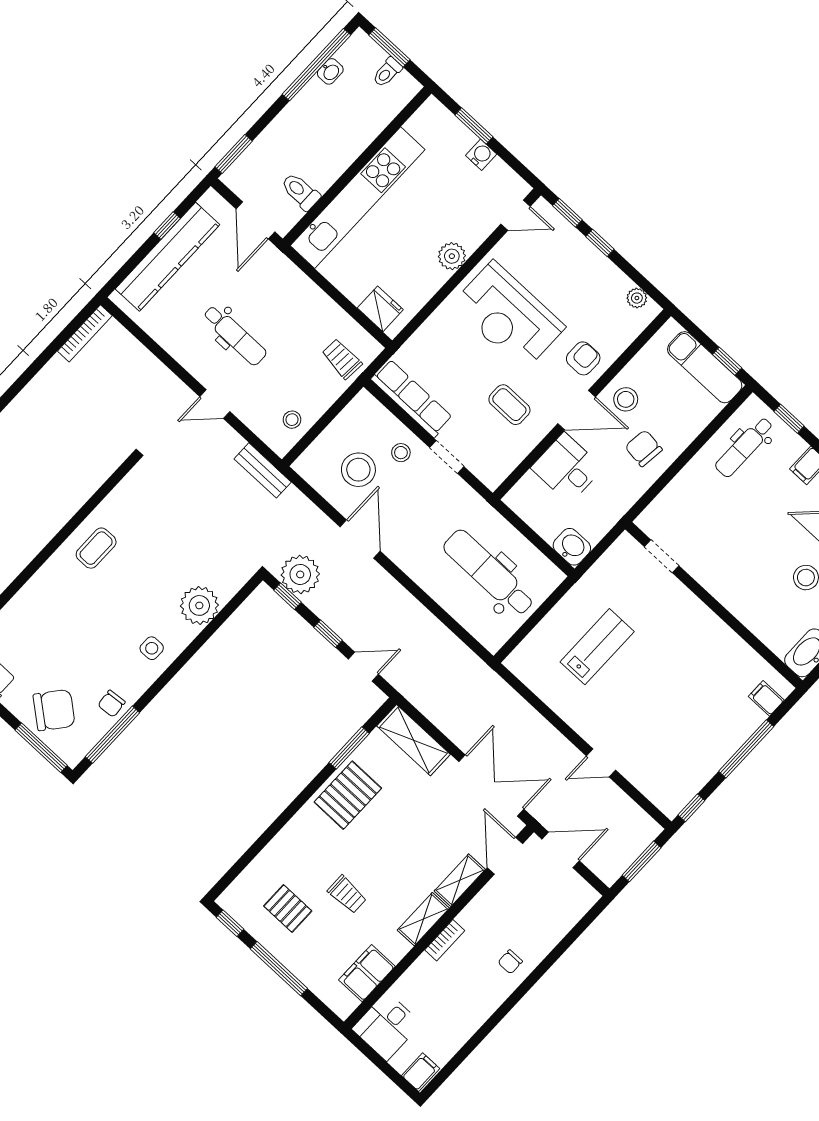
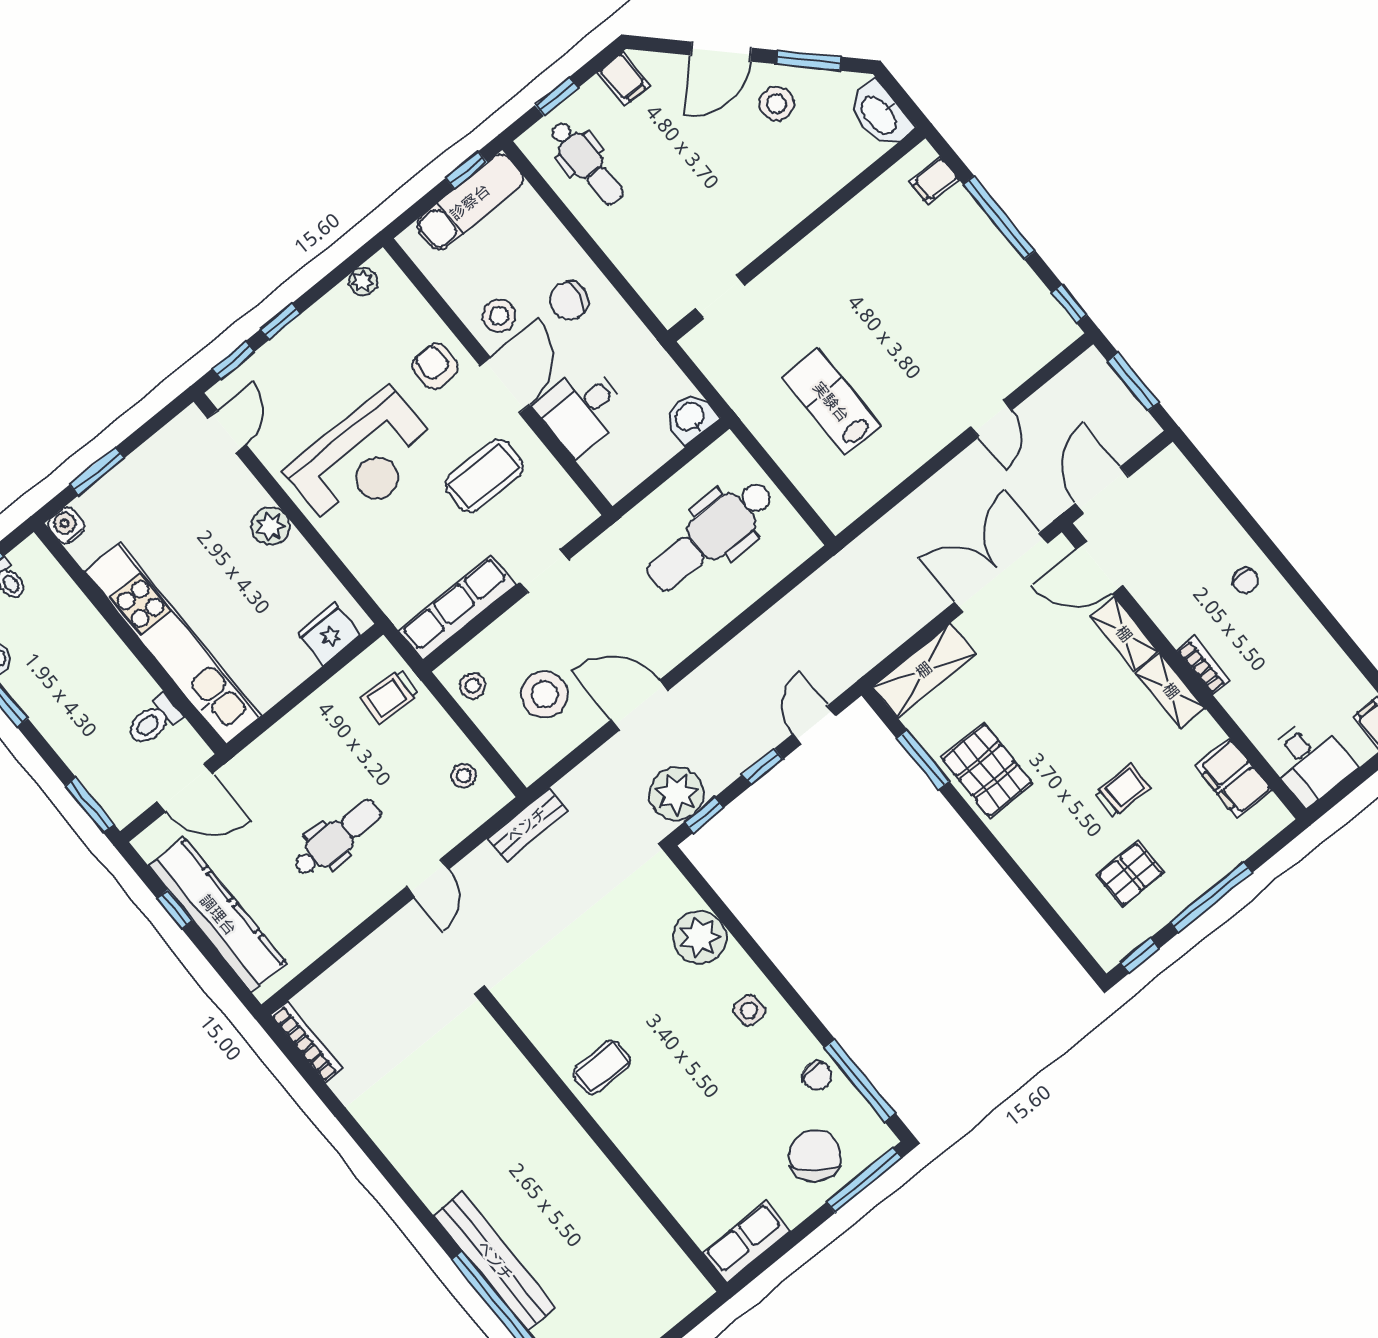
water cooler: (481, 155) -> (66, 525), moved
coffee table: (509, 405) -> (484, 476), width x1.36, depth x1.30
stool: (401, 453) -> (473, 686), moved
coffee table: (96, 548) -> (602, 1067), turned 90

